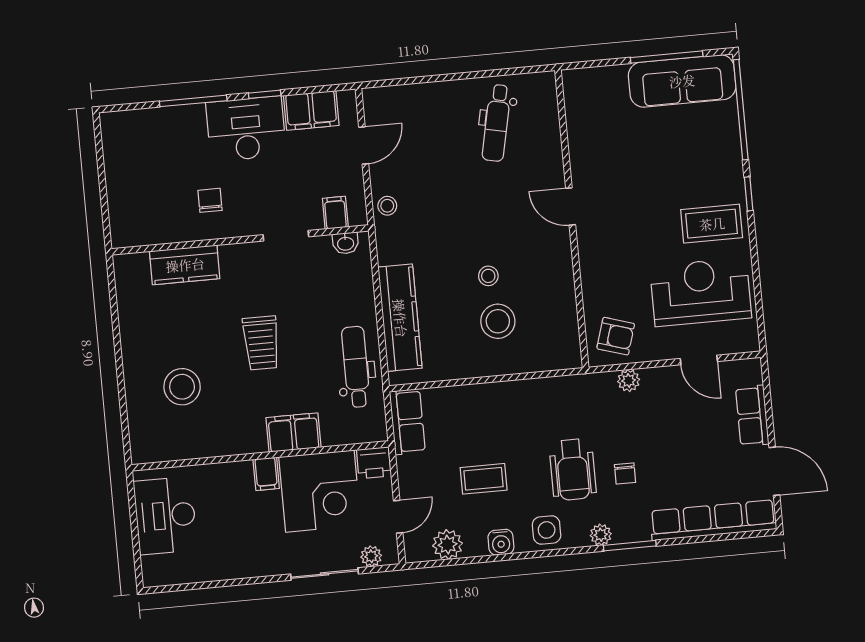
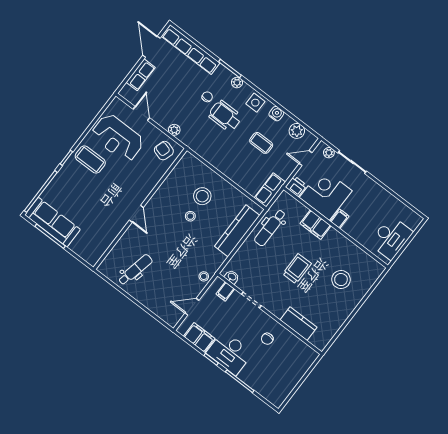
wheelchair: (573, 470) -> (225, 116), turned -90

